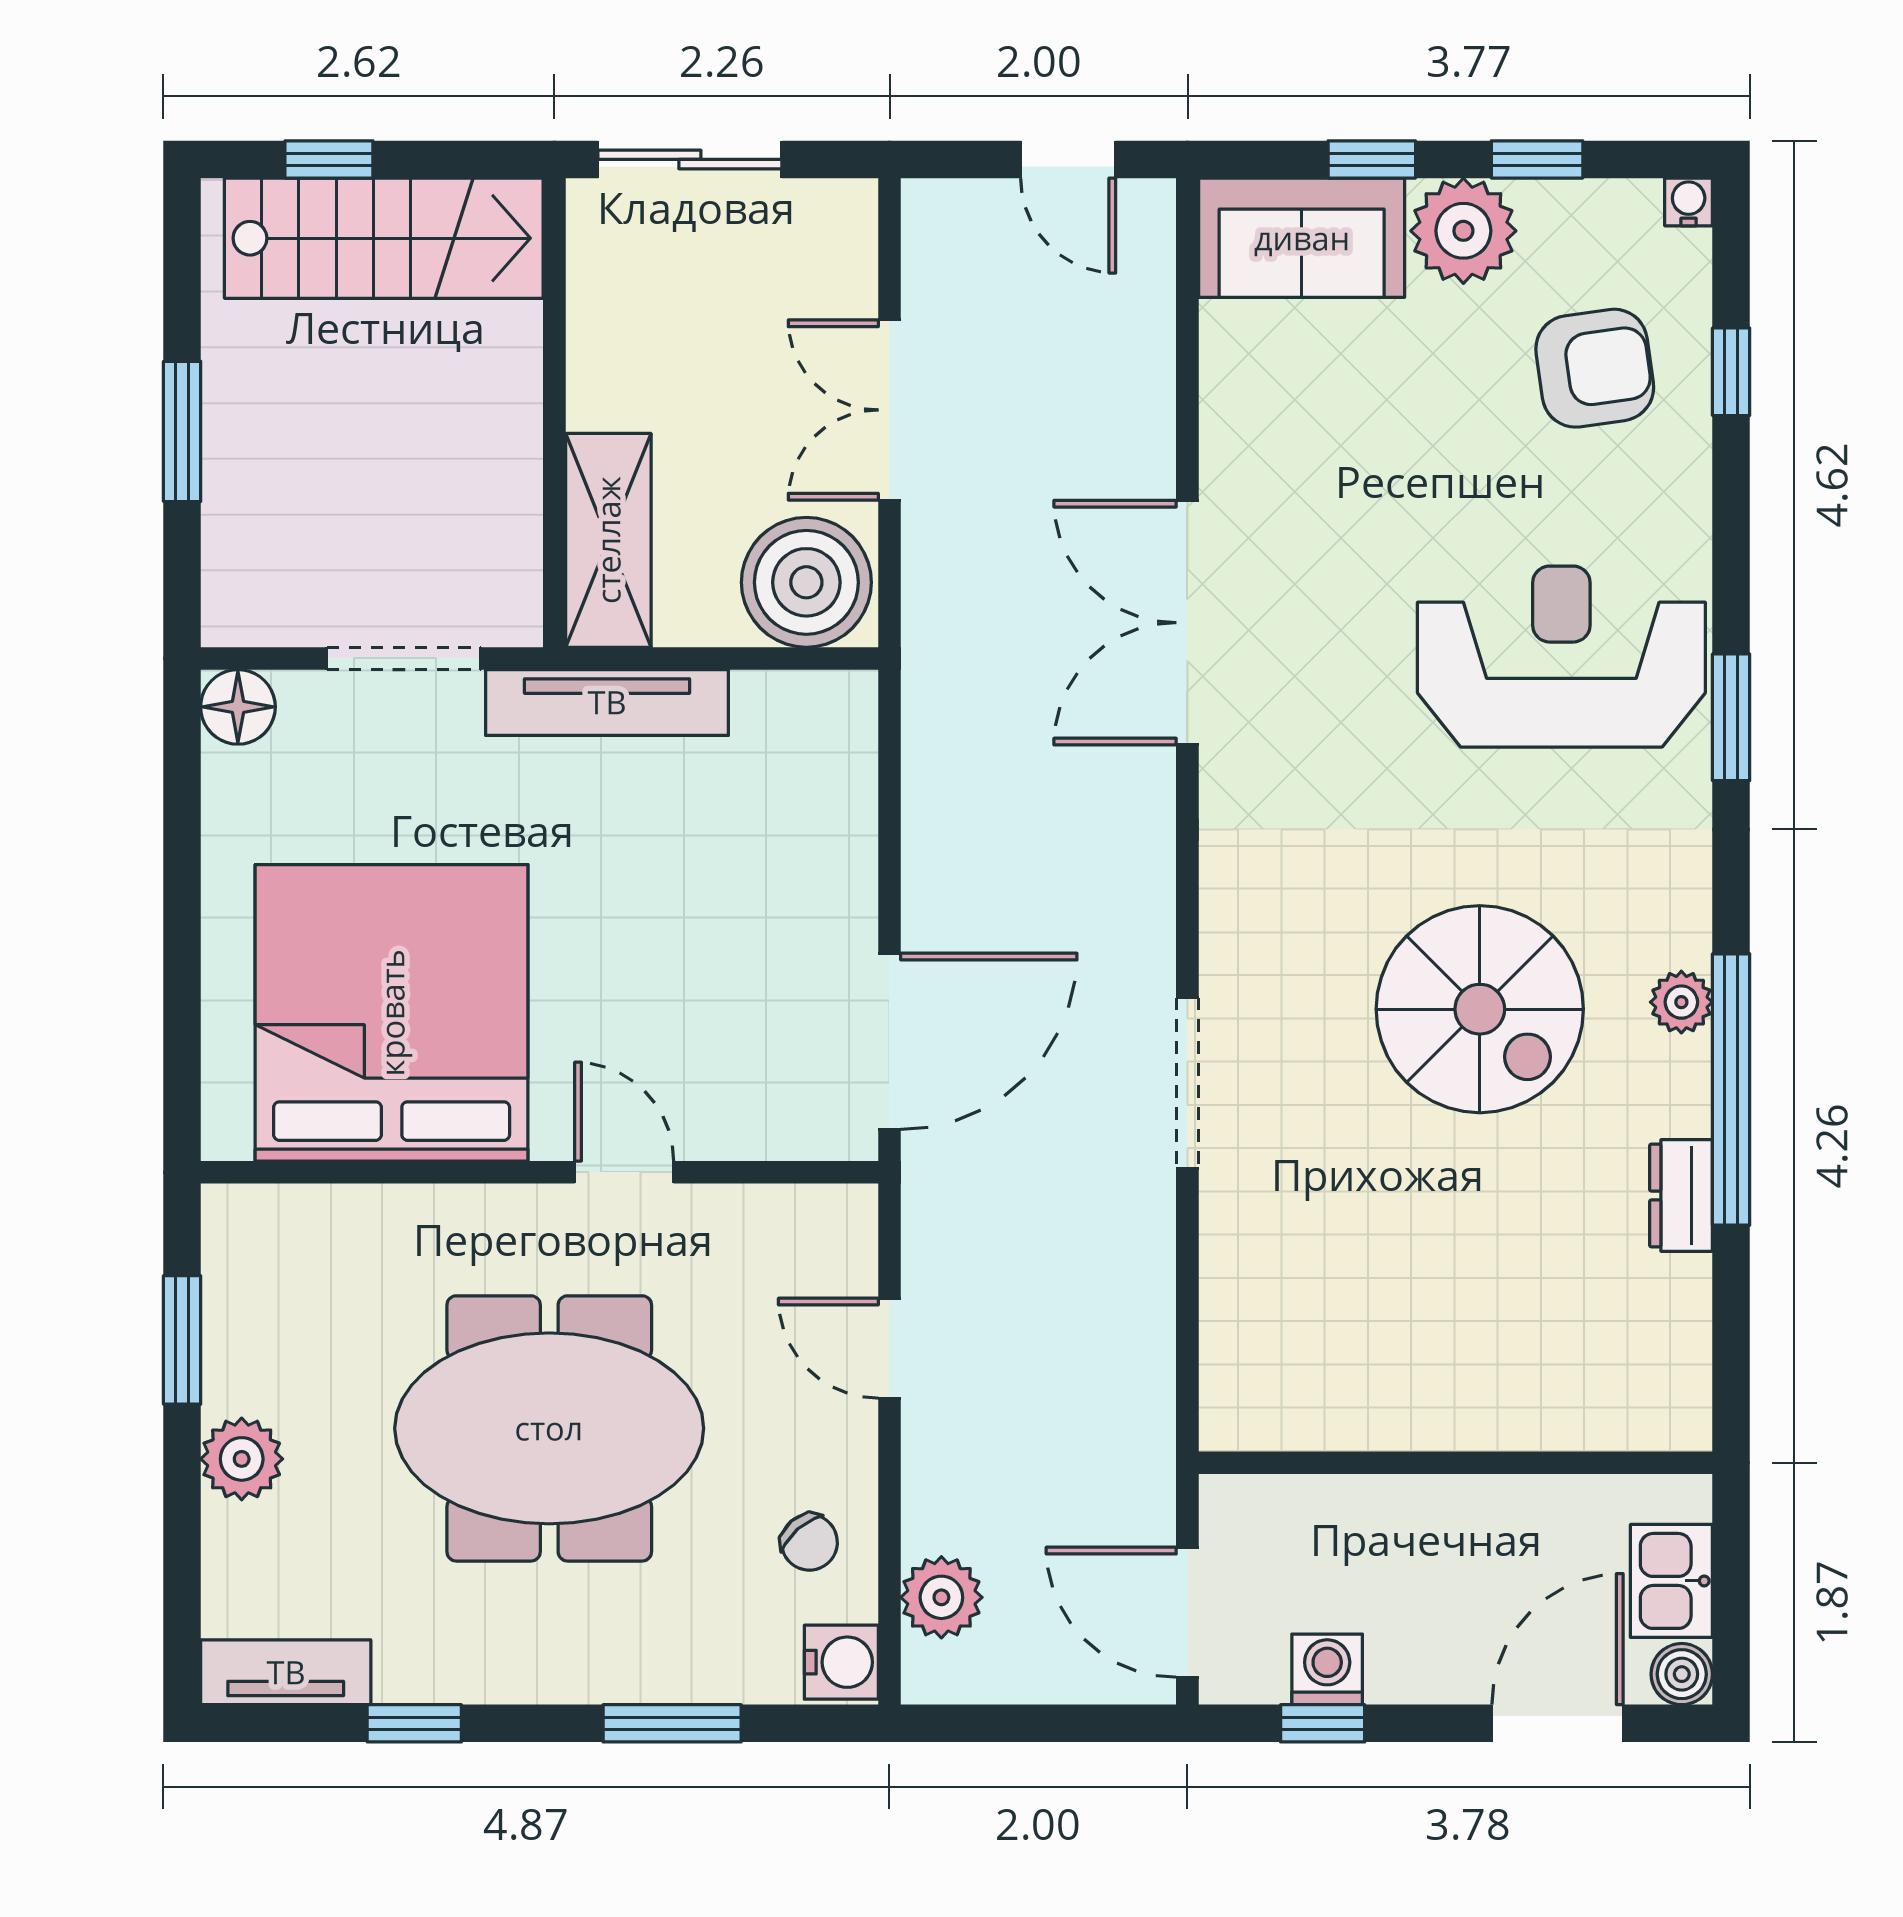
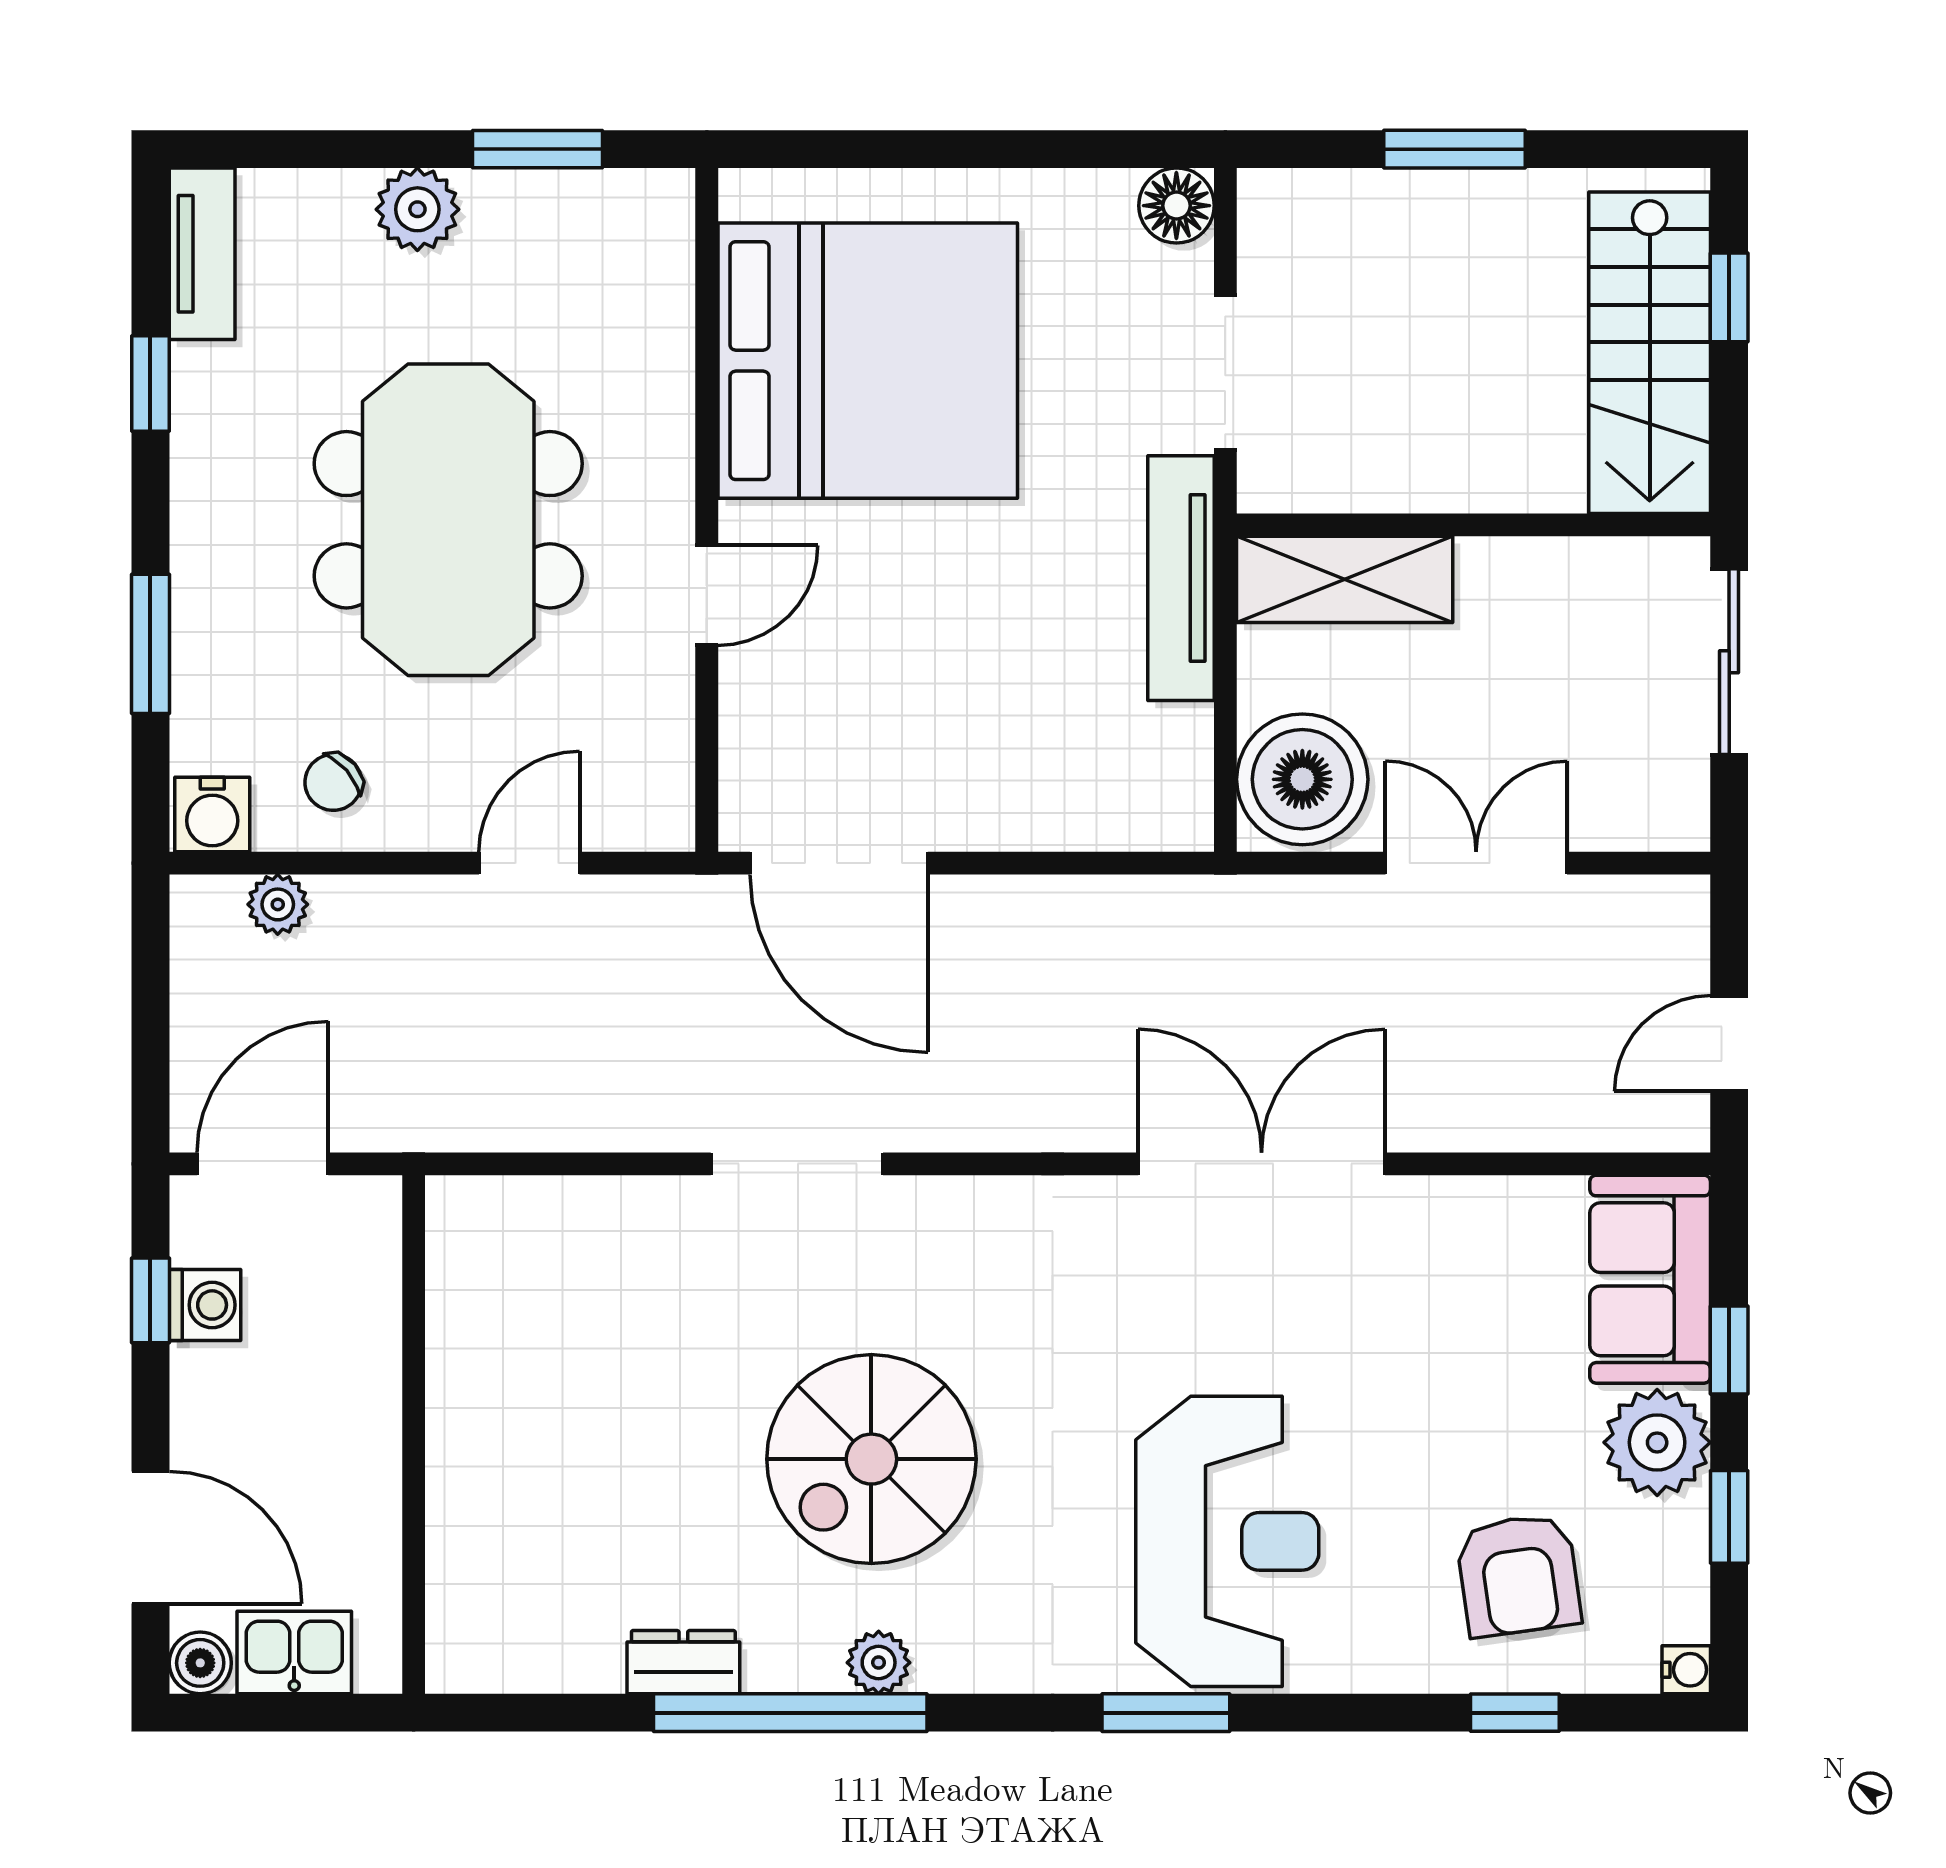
plant: (941, 1597) -> (278, 904), width x0.73, depth x0.73

